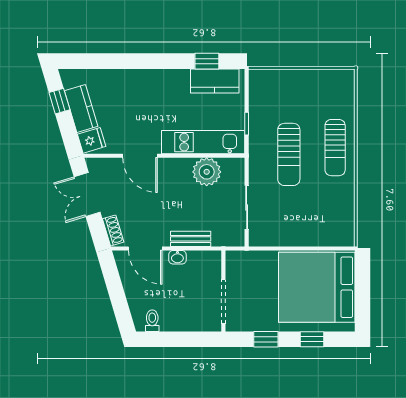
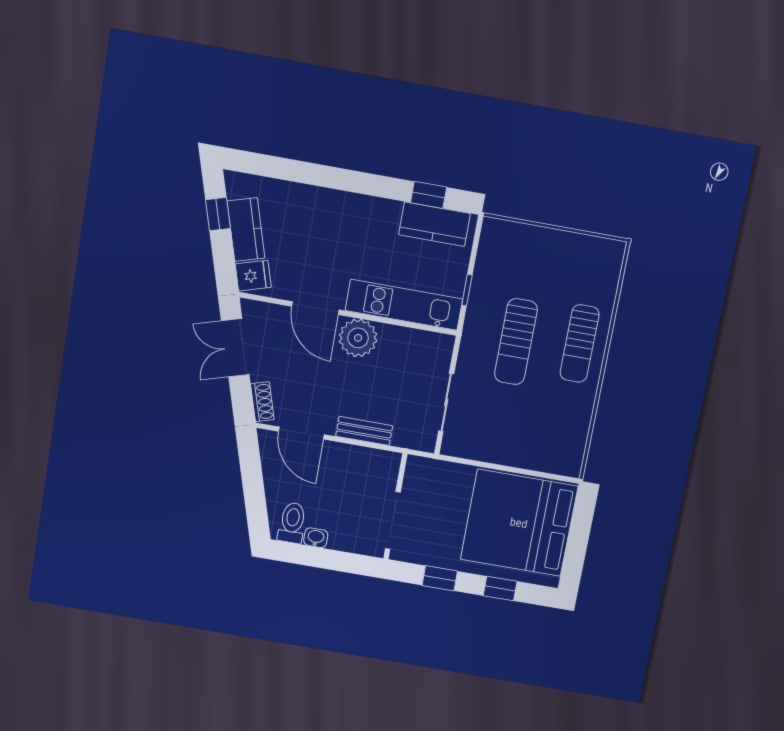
plant: (207, 172) -> (358, 338), moved
washbasin: (177, 257) -> (316, 538), moved, turned 180
toilet: (152, 321) -> (292, 523), width x1.37, depth x1.39

